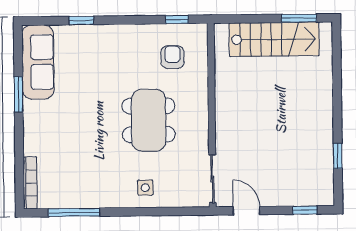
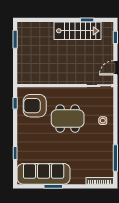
stairs: (274, 39) -> (78, 31), moved, turned 90
armchair: (173, 57) -> (35, 106), width x1.88, depth x1.88
sofa: (38, 62) -> (44, 174), width x1.36, depth x1.27

